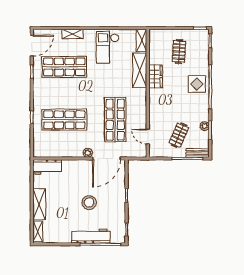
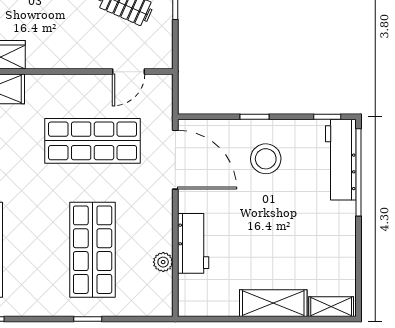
plant: (88, 153) -> (163, 262), moved
workbench: (47, 167) -> (193, 243), moved
stool: (89, 202) -> (266, 159), moved
workbench: (91, 236) -> (341, 160), moved

